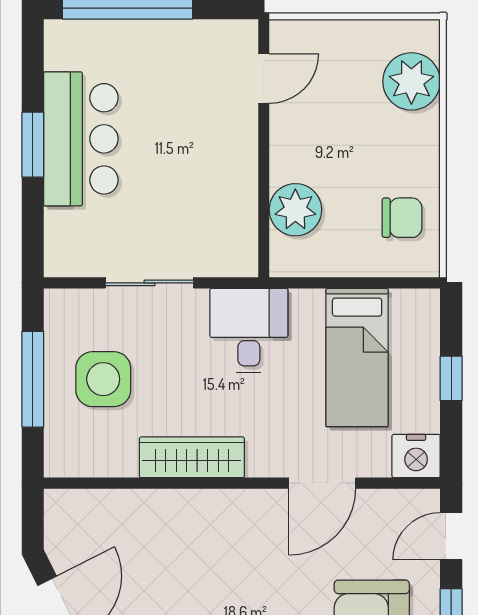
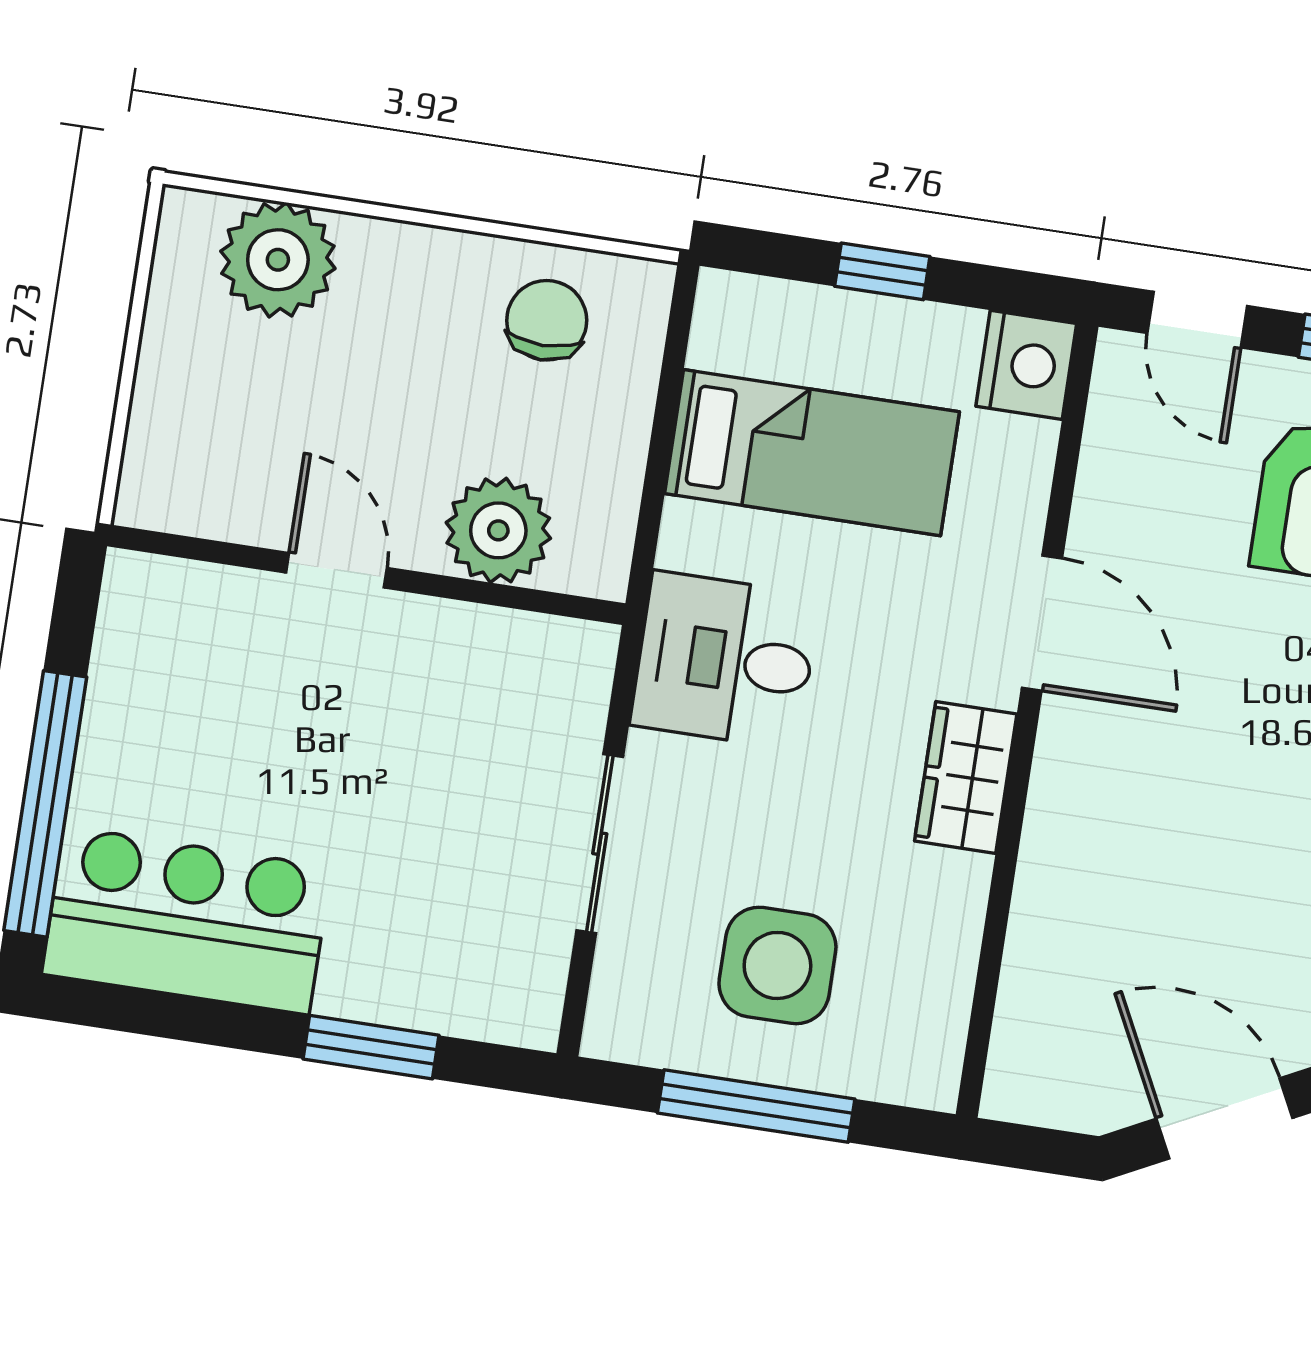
door: (264, 79) -> (337, 570), moved
bar counter: (81, 139) -> (187, 921), moved
window: (33, 145) -> (371, 1047), moved
wardrobe: (192, 457) -> (966, 778), width x0.67
door: (322, 483) -> (1042, 623), moved

